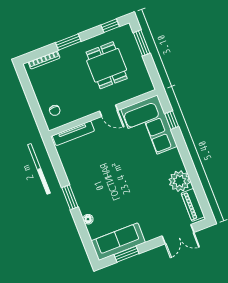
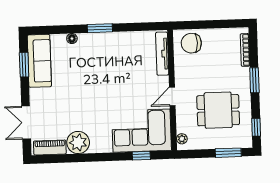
plant: (144, 89) -> (182, 139), added
chair: (55, 110) -> (191, 43), width x1.87, depth x1.87

